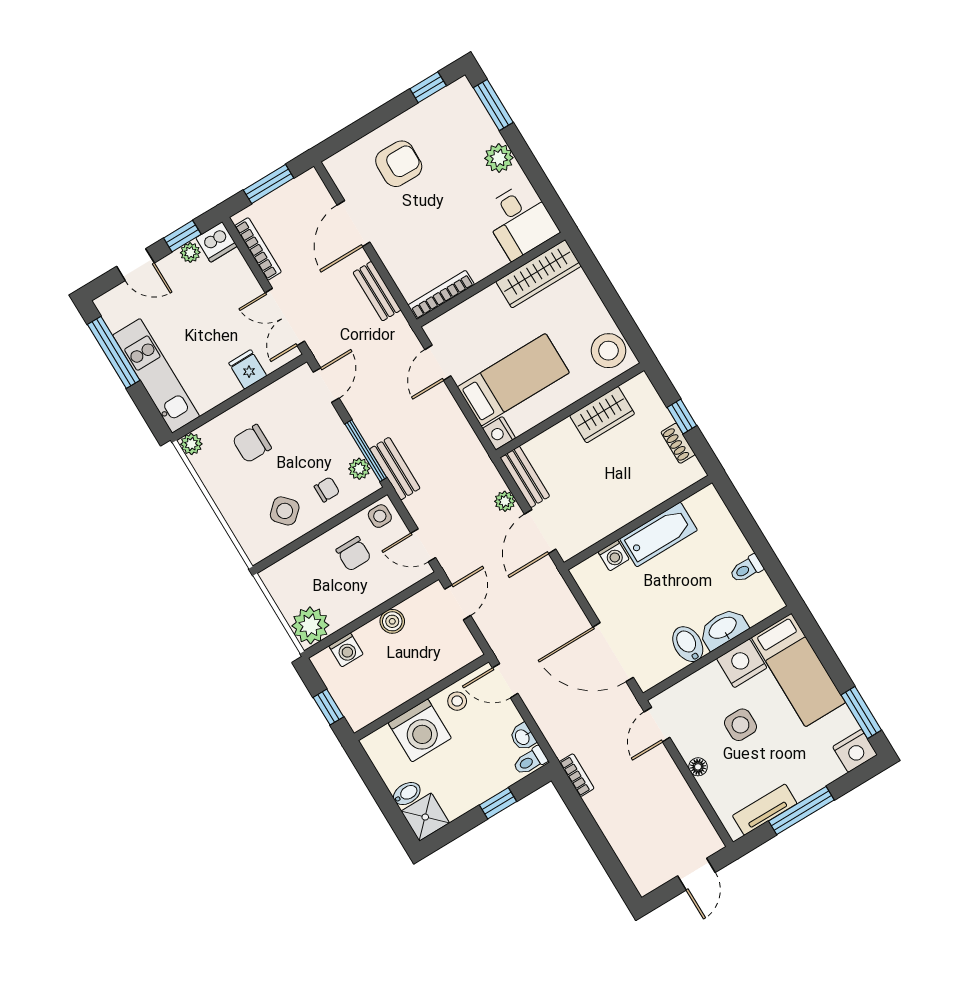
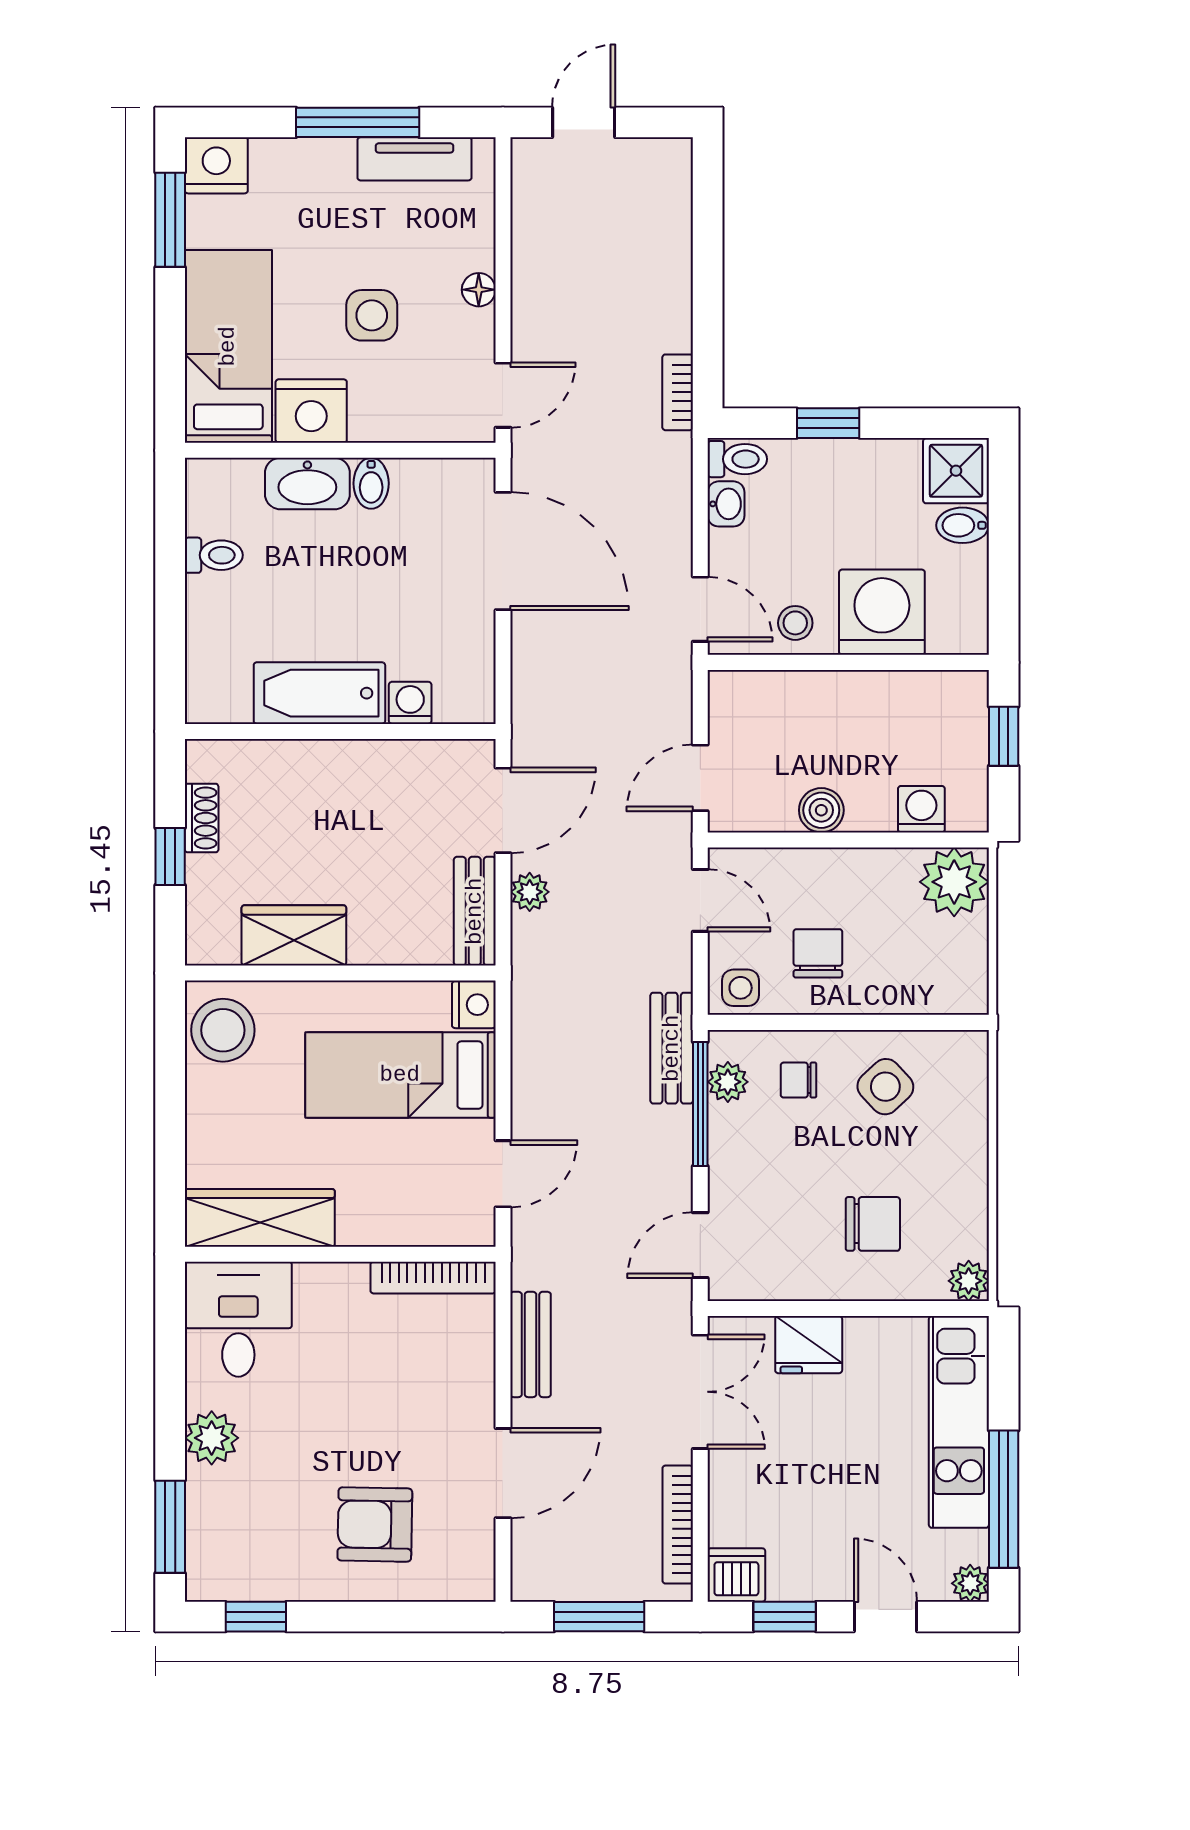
plant: (190, 253) -> (970, 1583), moved
fridge: (248, 369) -> (809, 1345), width x1.38
bidet: (688, 644) -> (371, 483), width x0.72, depth x0.74

